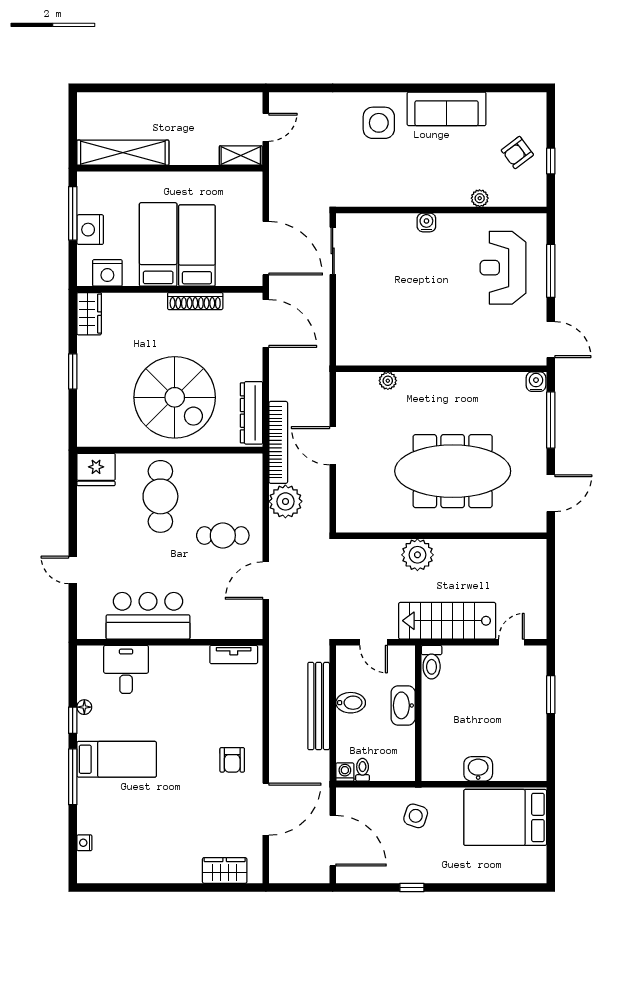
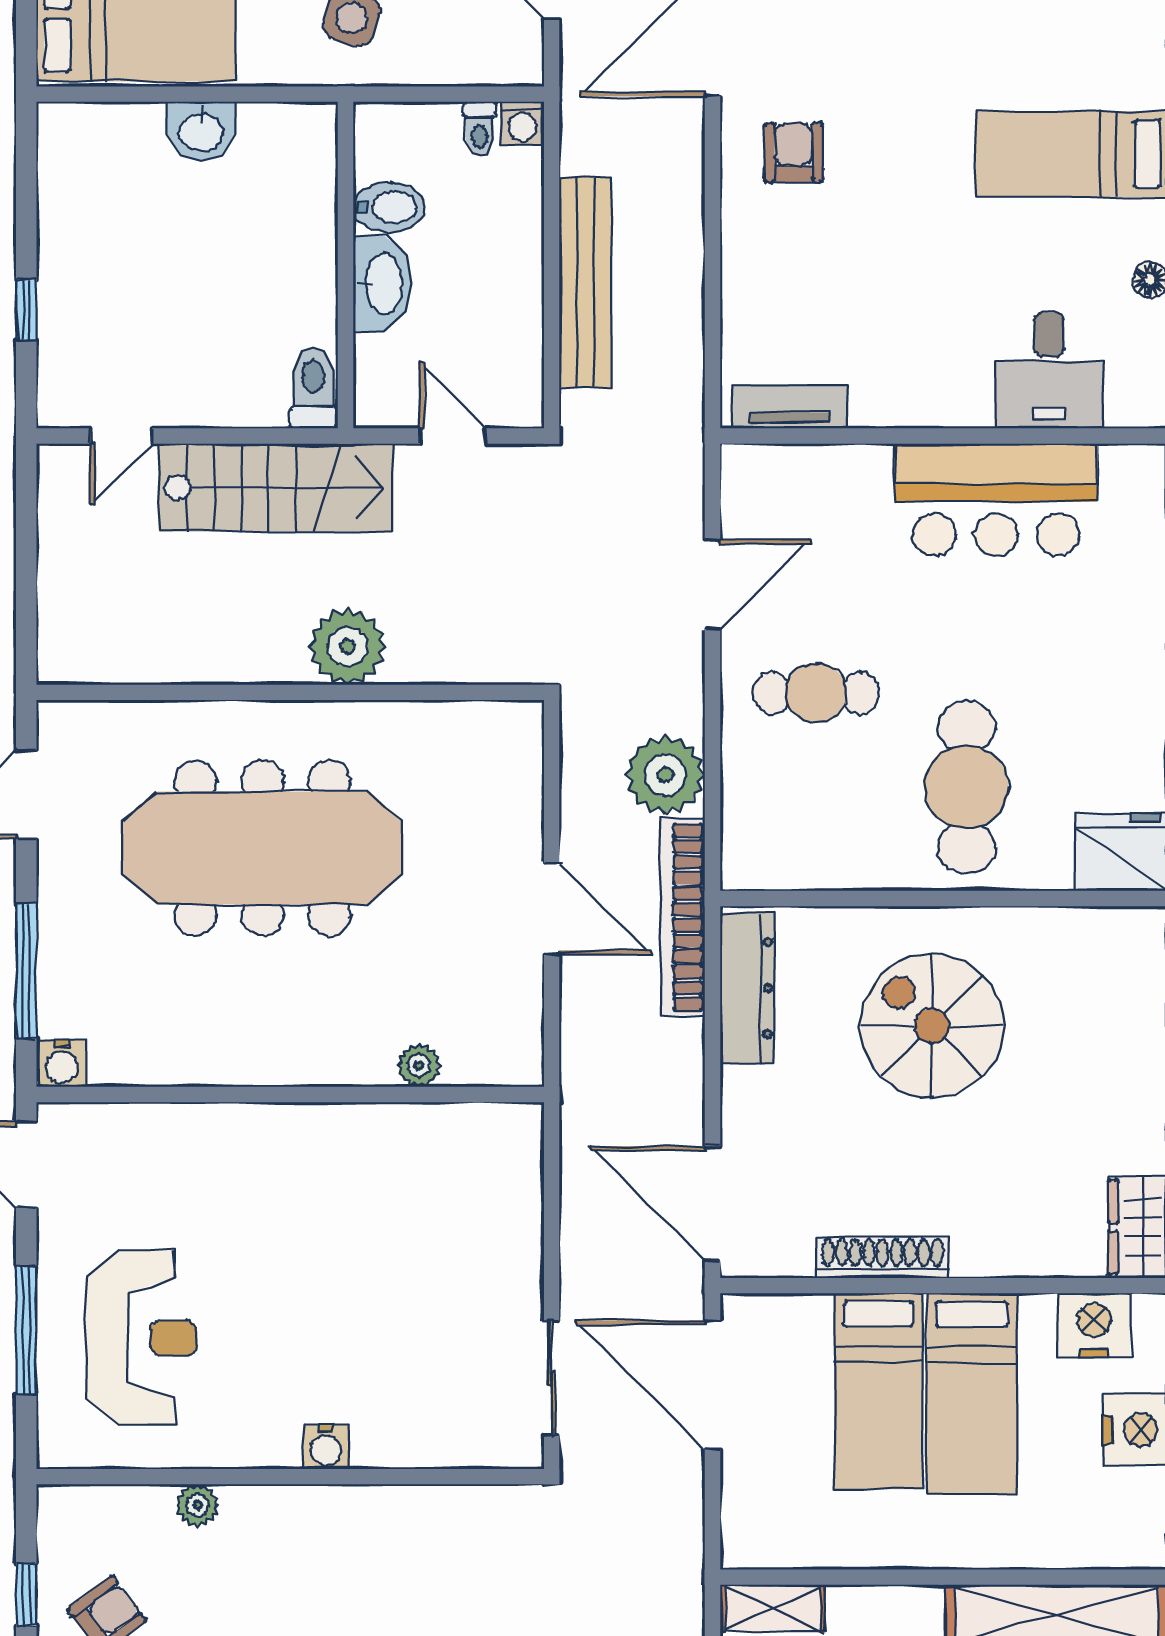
spiral stairs: (175, 397) -> (932, 1026), width x0.73, depth x0.73
window: (551, 695) -> (26, 310), width x0.67
bidet: (351, 703) -> (389, 207), moved, turned 180

